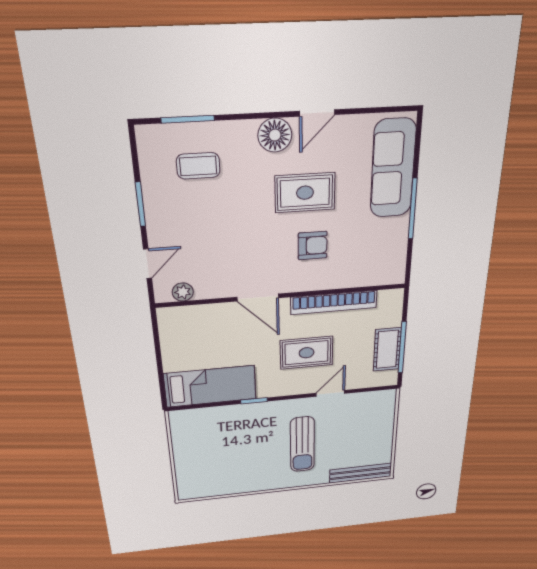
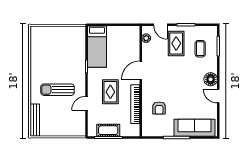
rug: (305, 193) -> (176, 43), moved
armchair: (313, 246) -> (159, 108), moved
door: (330, 393) -> (87, 103), swing flipped

